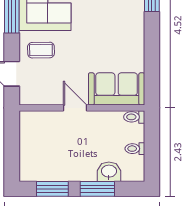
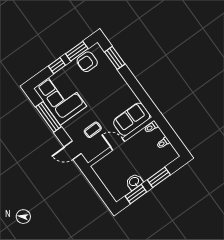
coffee table: (41, 50) -> (93, 130), moved
washbasin: (109, 172) -> (134, 182), moved

